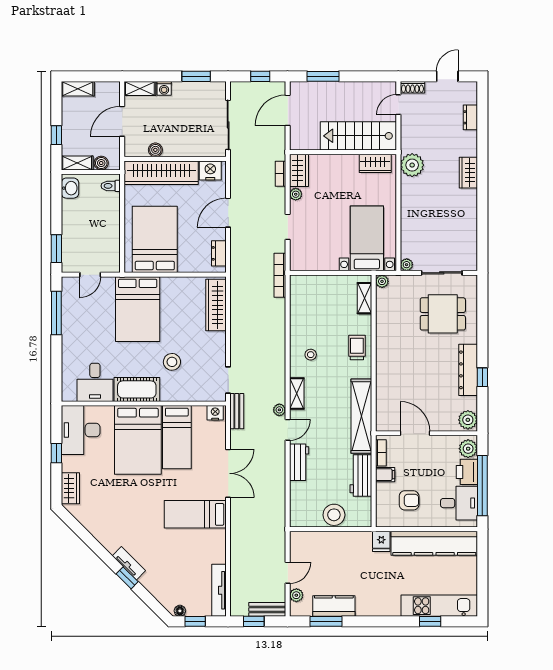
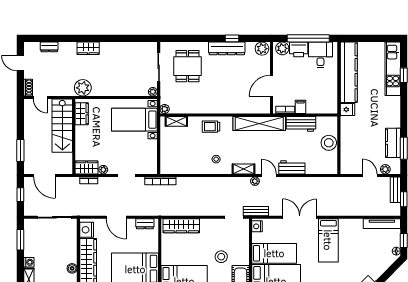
armchair: (409, 500) -> (319, 90), removed

